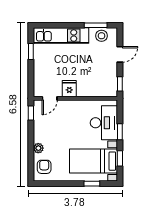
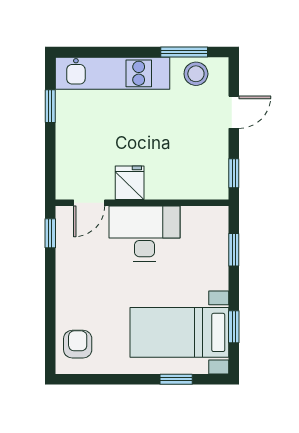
desk: (104, 123) -> (145, 234), moved, turned -90
window: (120, 132) -> (234, 250), moved
plant: (38, 148) -> (66, 306), removed

